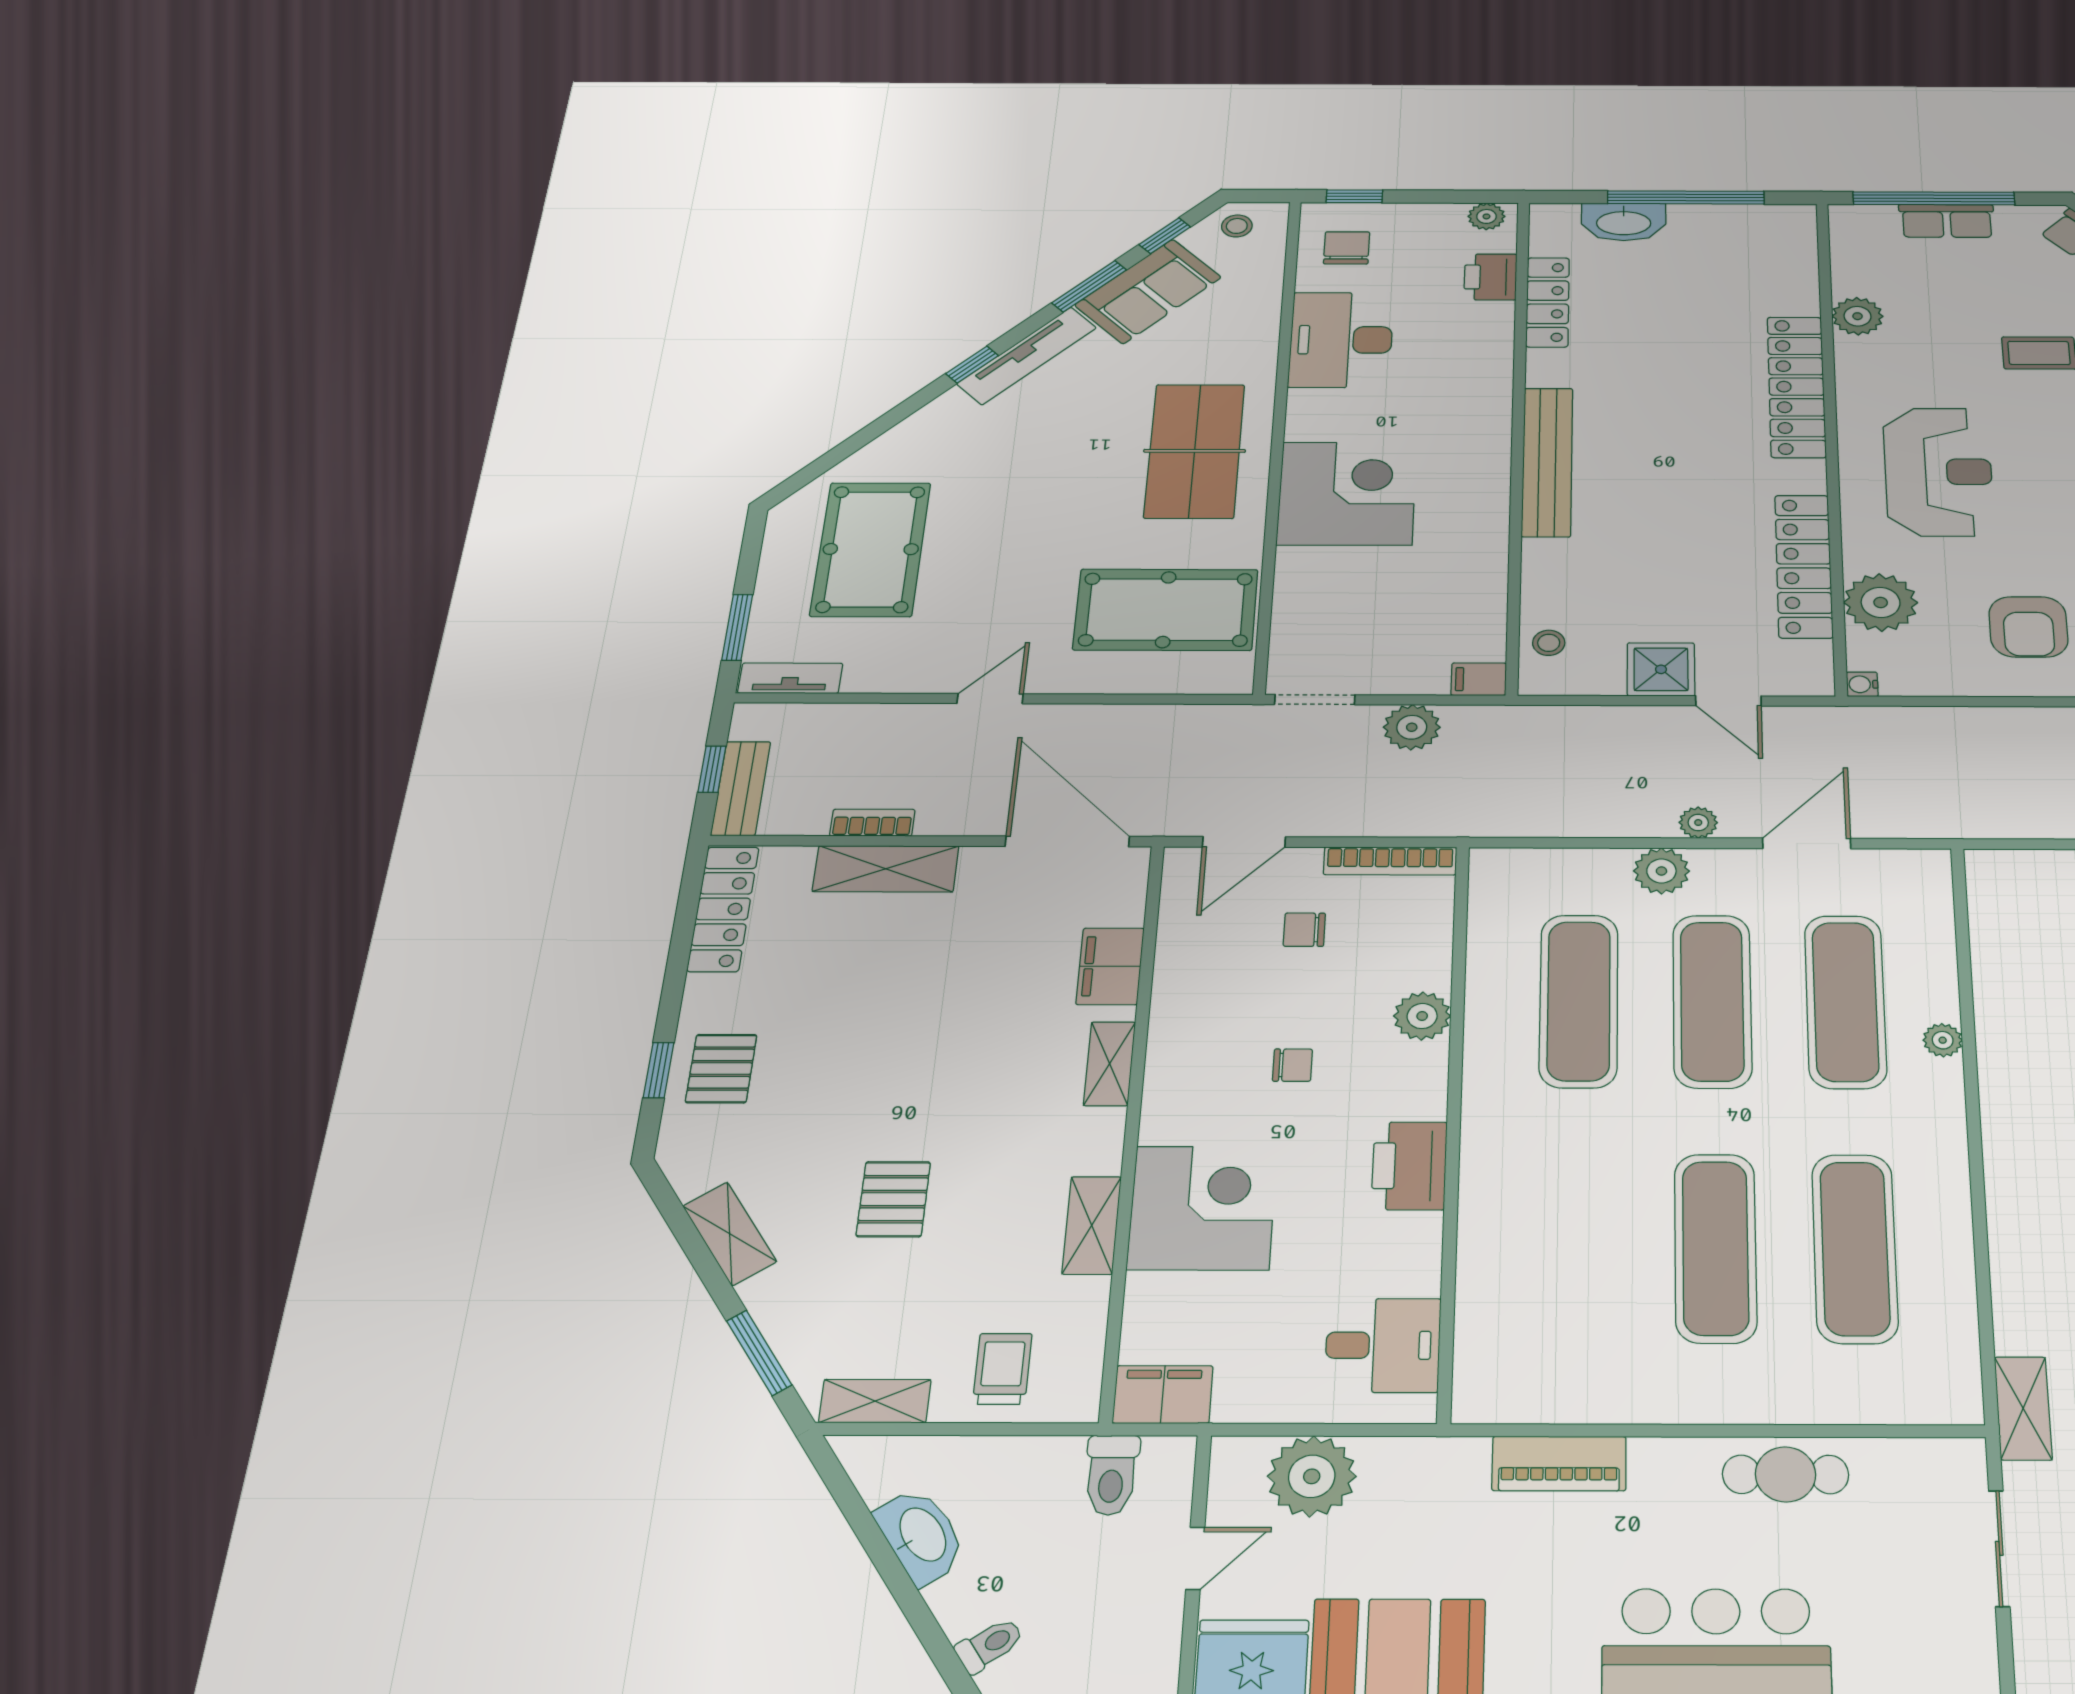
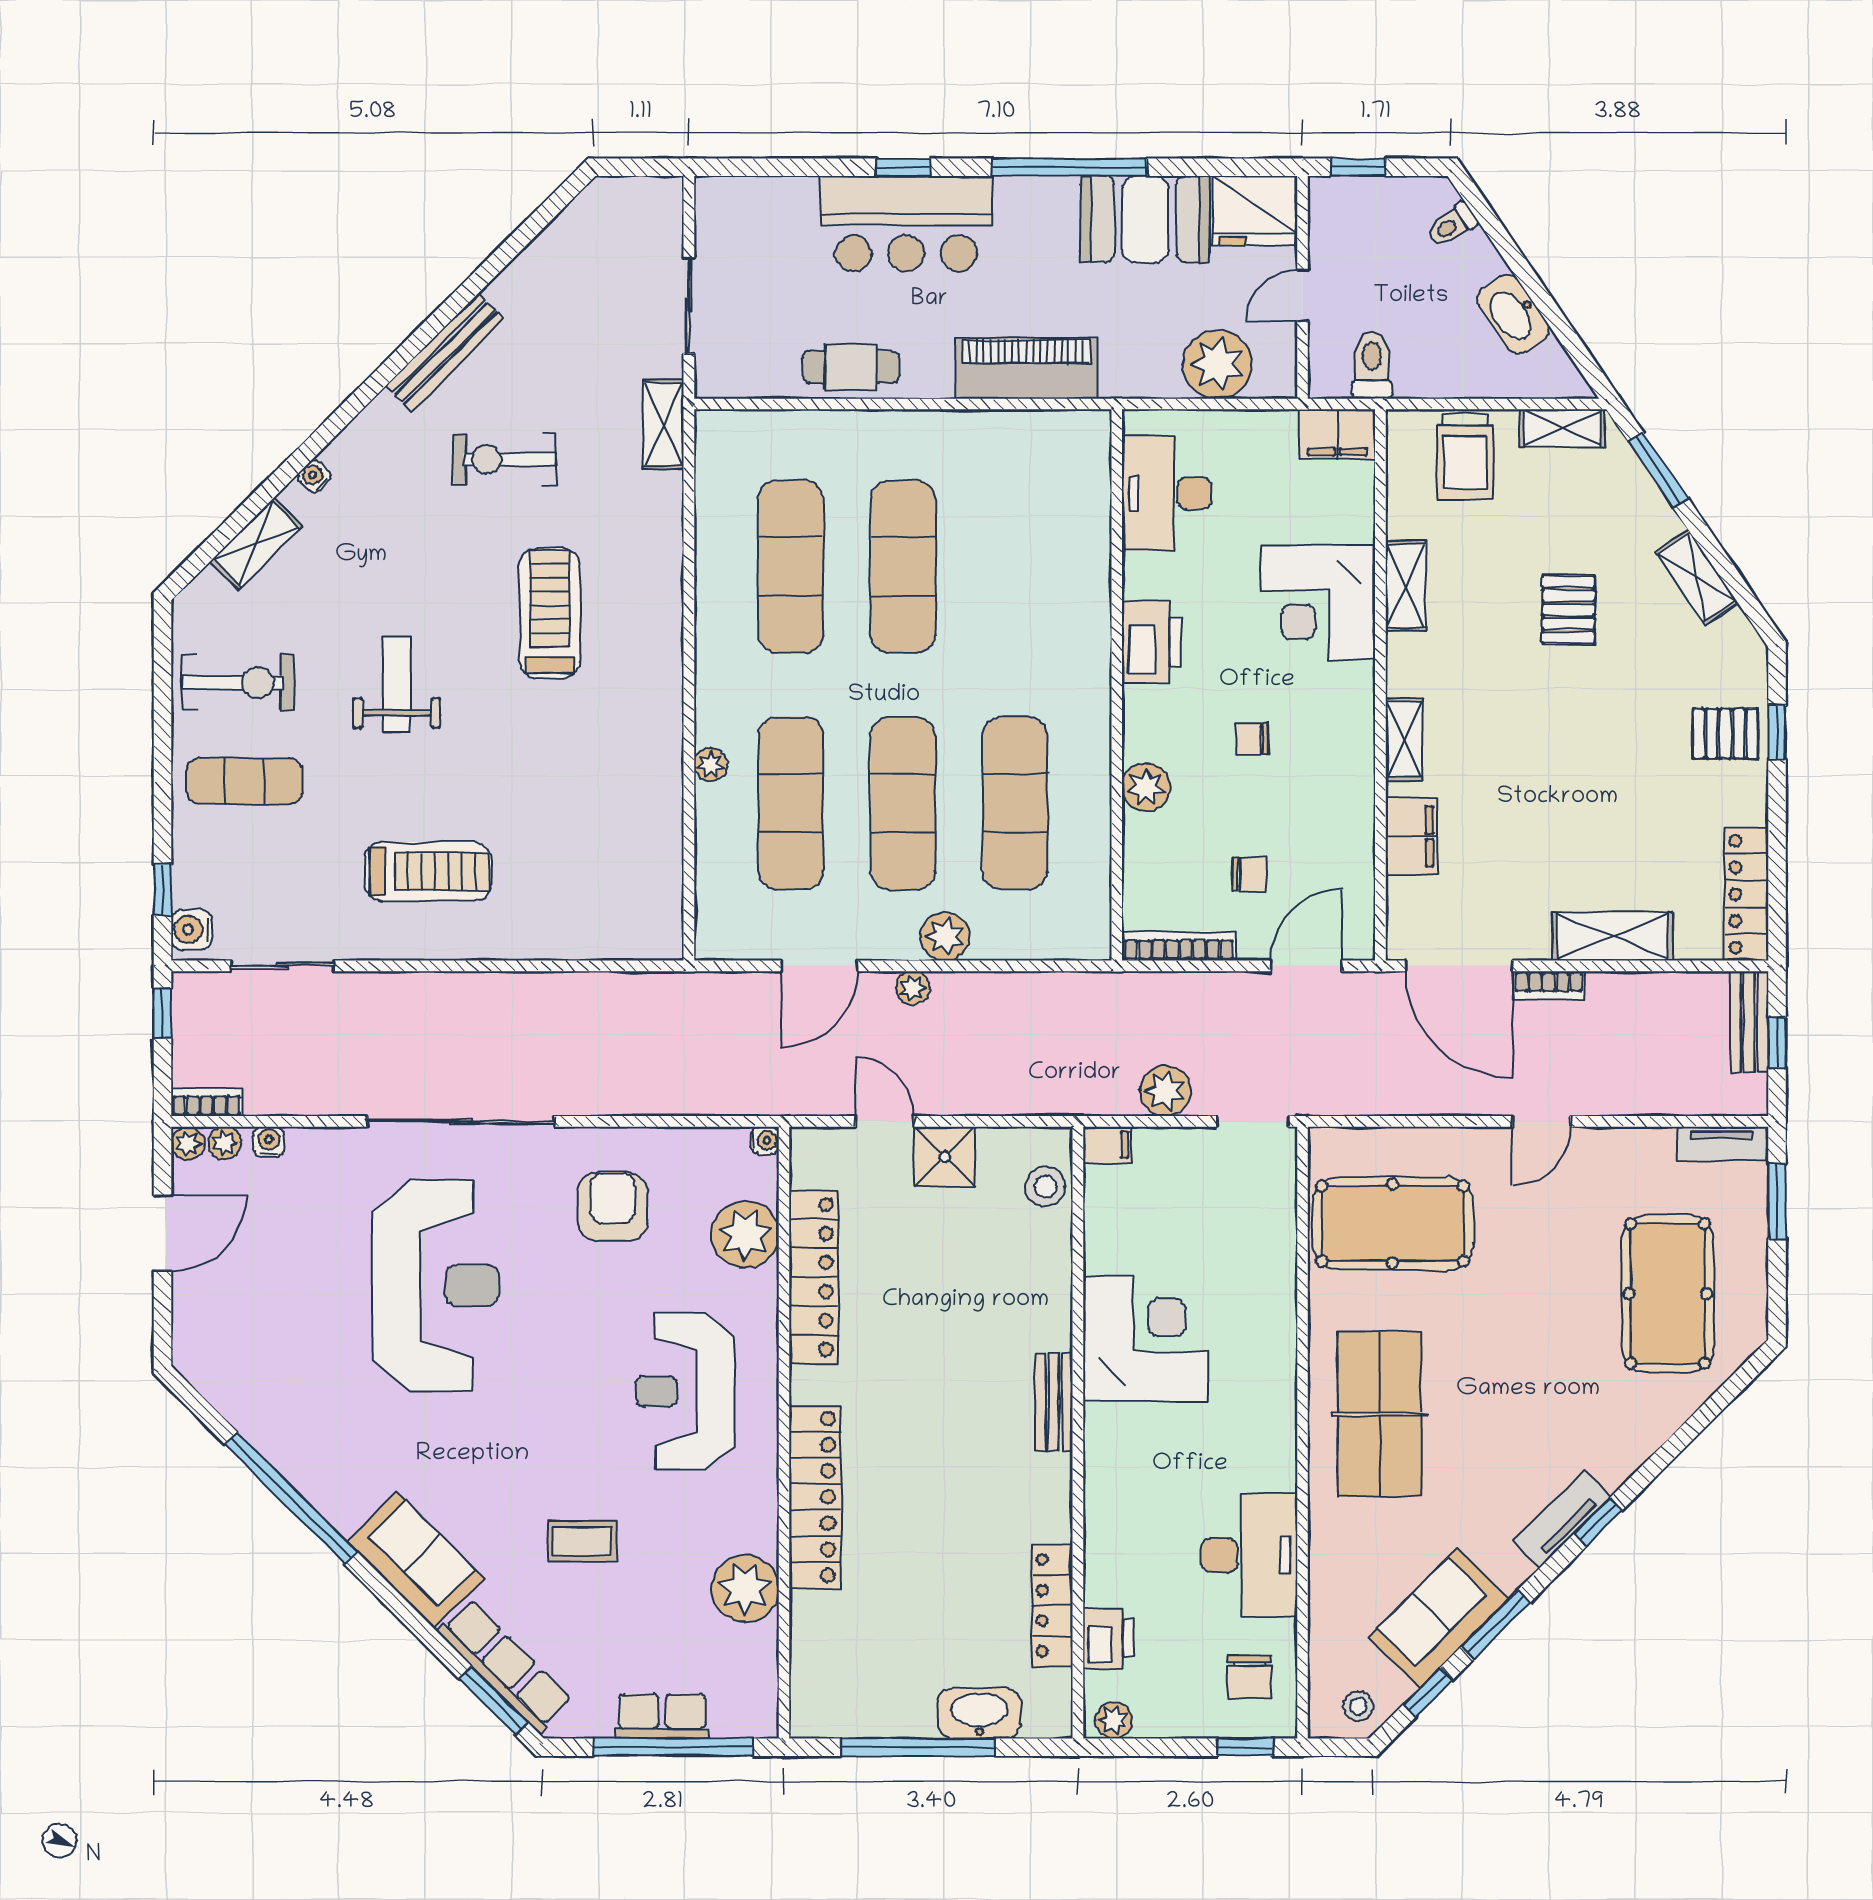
plant: (1857, 316) -> (745, 1588), width x1.36, depth x1.36
tv unit: (1027, 356) -> (1562, 1519), width x0.71
bench: (1547, 462) -> (1054, 1402), width x0.54, depth x0.82
corner desk: (1347, 493) -> (1145, 1339), moved, turned 180
stool: (1549, 643) -> (1045, 1187), width x1.37, depth x1.37
bookcase: (872, 823) -> (1549, 985), moved
pallet: (721, 1069) -> (1725, 734), turned 90
desk: (1383, 1345) -> (1167, 493), width x1.37
trolley: (1002, 1369) -> (1465, 457), width x1.36, depth x1.39
piano: (1559, 1463) -> (1026, 368), width x1.37, depth x1.33

